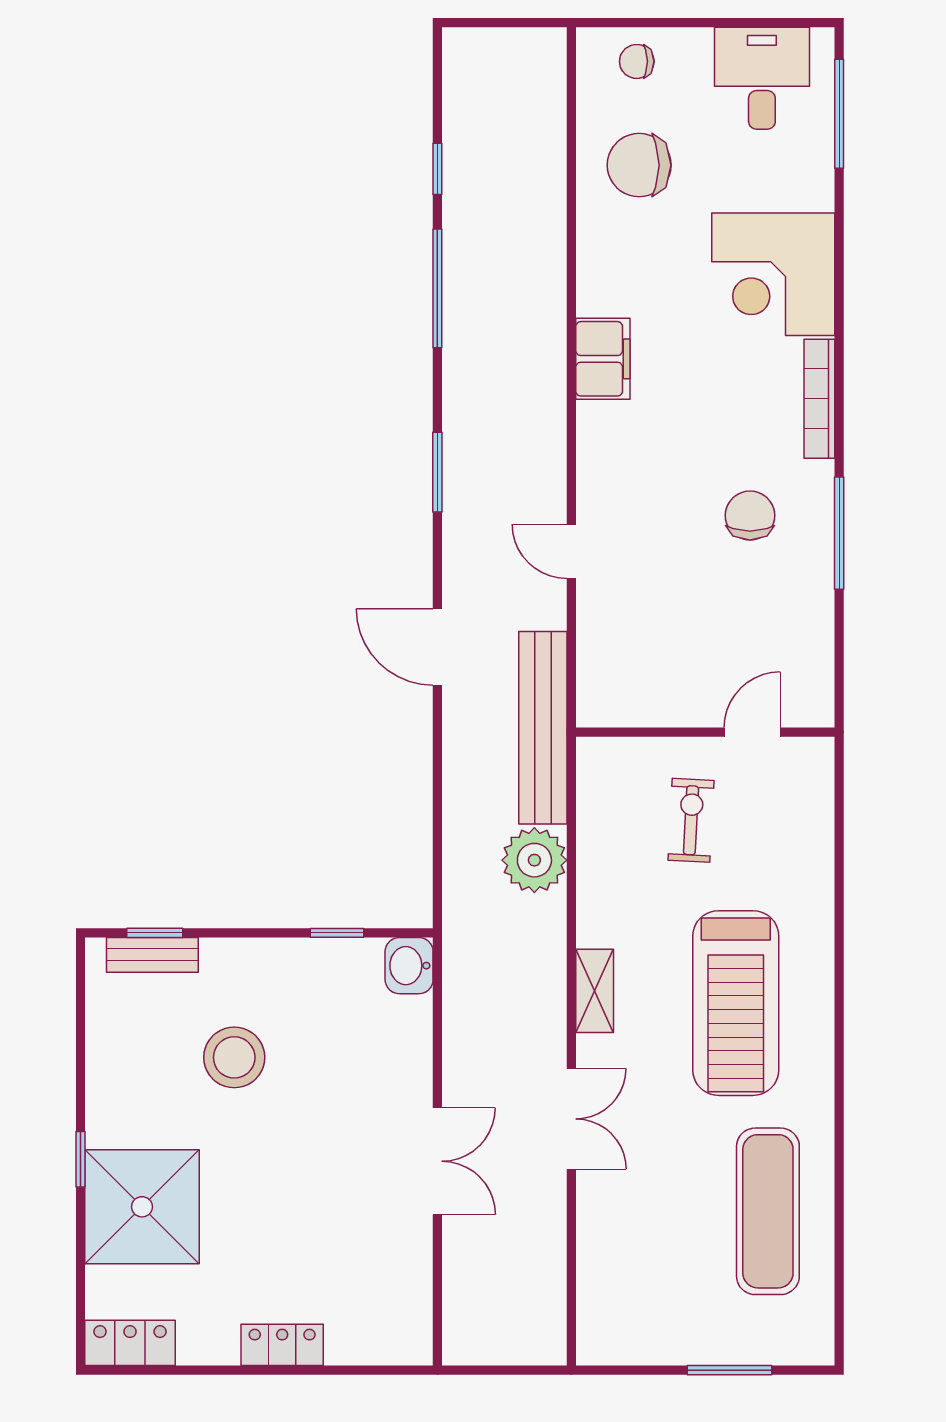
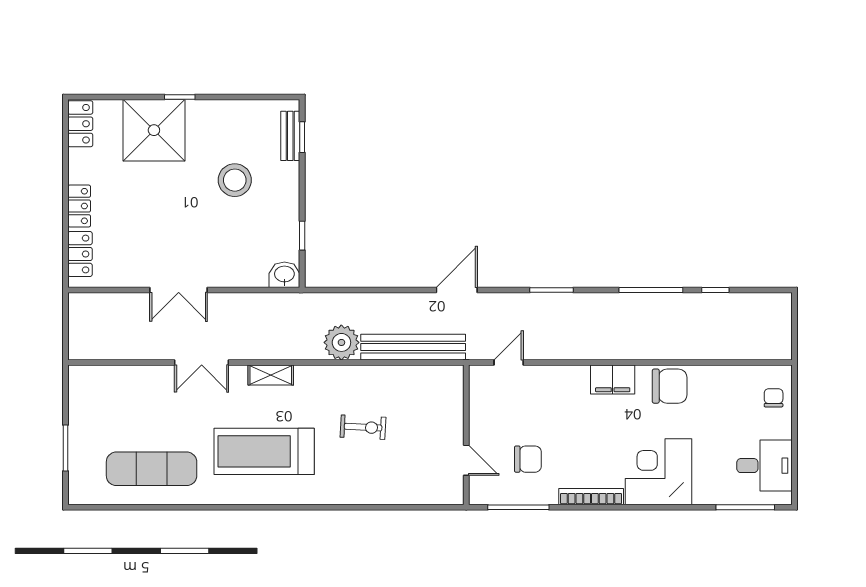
chair: (639, 165) -> (670, 386), moved, turned 90
wall: (705, 732) -> (466, 435), moved
door: (752, 732) -> (466, 460), moved
locker: (371, 1343) -> (80, 254), added

